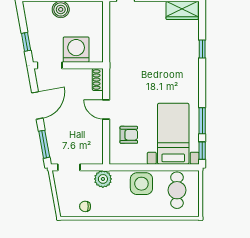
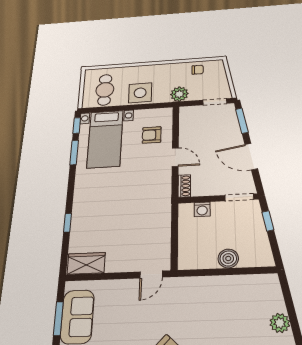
washing machine: (76, 50) -> (202, 209), width x0.53, depth x0.53
door: (37, 105) -> (251, 157), hinge flipped

